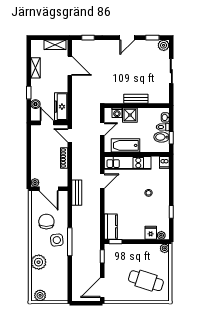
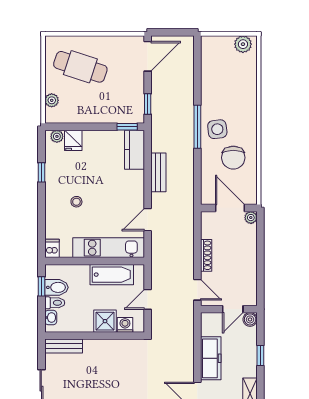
bench: (136, 99) -> (64, 346), moved
boiler: (35, 104) -> (250, 319), moved
freezer: (61, 107) -> (211, 358), moved
door: (47, 123) -> (233, 309), hinge flipped
bench: (77, 193) -> (158, 172), moved
plant: (165, 248) -> (52, 100), moved
plant: (39, 262) -> (245, 95), removed

